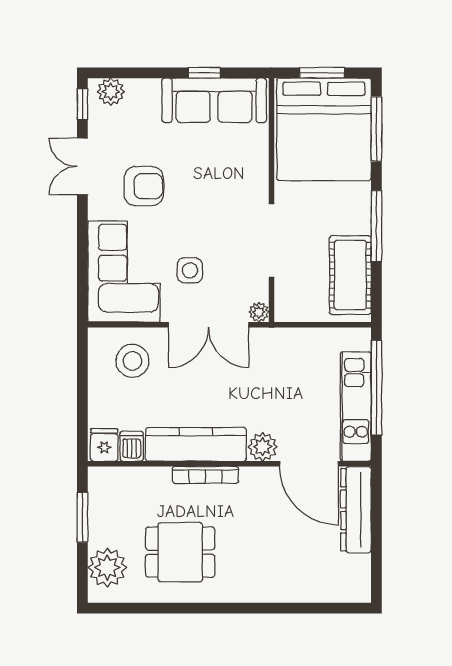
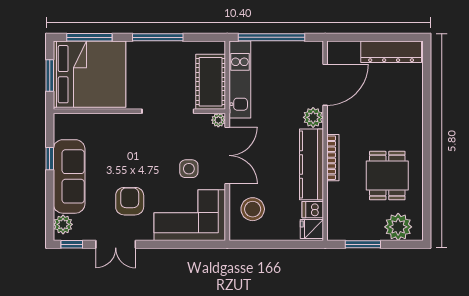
sofa: (214, 100) -> (69, 176), moved
cot: (350, 275) -> (211, 82), moved, turned 90
kitchen unit: (356, 406) -> (240, 80), moved, turned -90
dresser: (356, 510) -> (391, 52), moved

